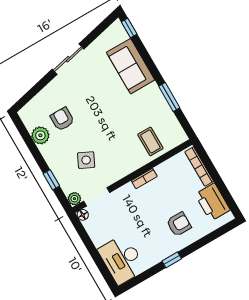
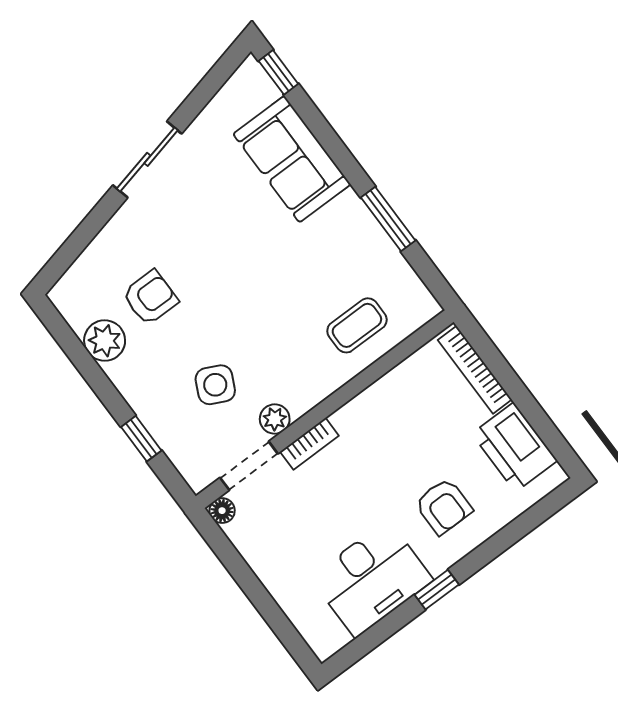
armchair: (62, 119) -> (150, 298), turned 90
coffee table: (150, 141) -> (357, 325), turned 90
bookcase: (144, 178) -> (309, 444), moved
plant: (74, 199) -> (275, 419), moved
armchair: (179, 224) -> (444, 506), turned 90
desk: (122, 259) -> (372, 579), moved, turned -90

